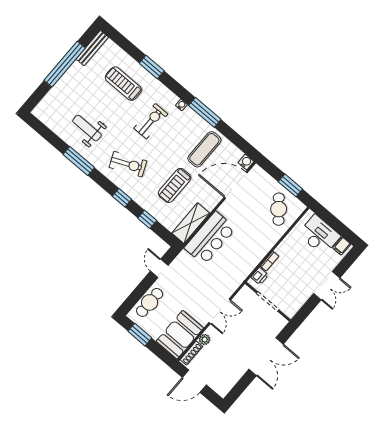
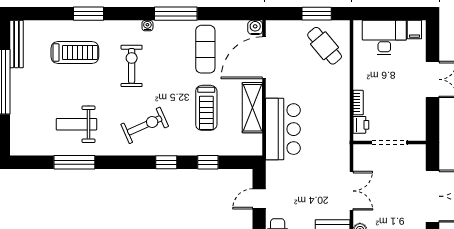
treadmill: (123, 84) -> (75, 52), turned 180
window: (79, 161) -> (74, 162), moved
shelving: (191, 223) -> (252, 108), moved
door: (159, 268) -> (259, 199), hinge flipped

